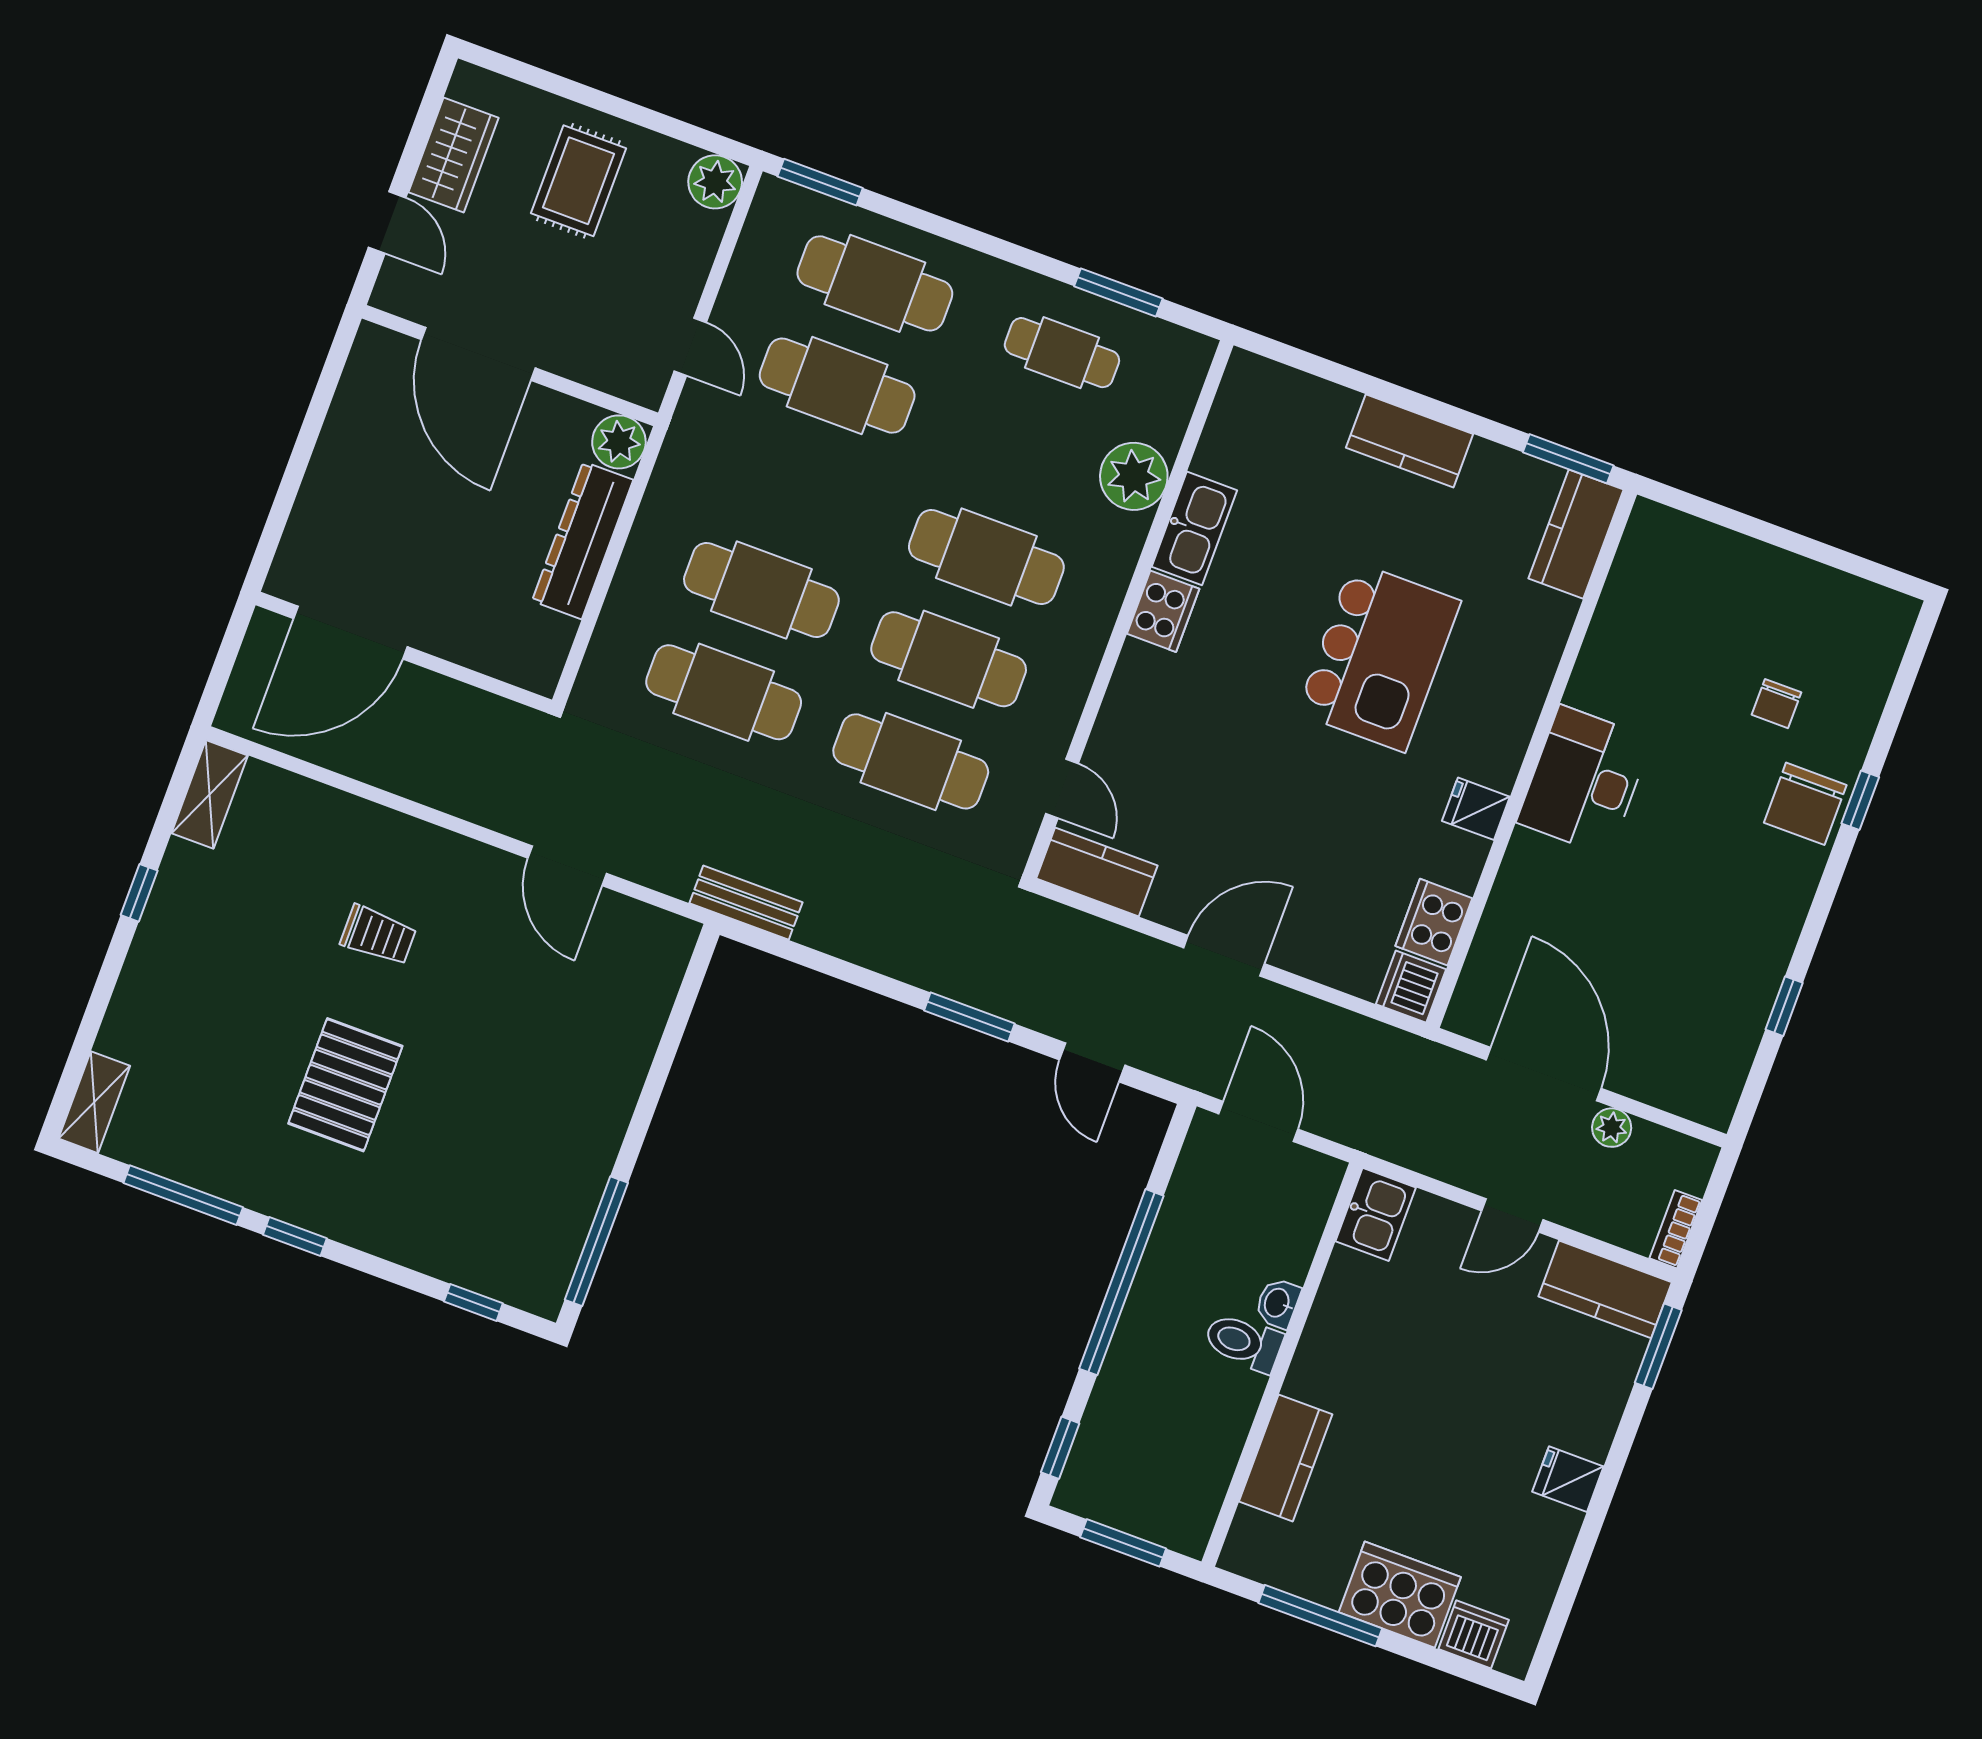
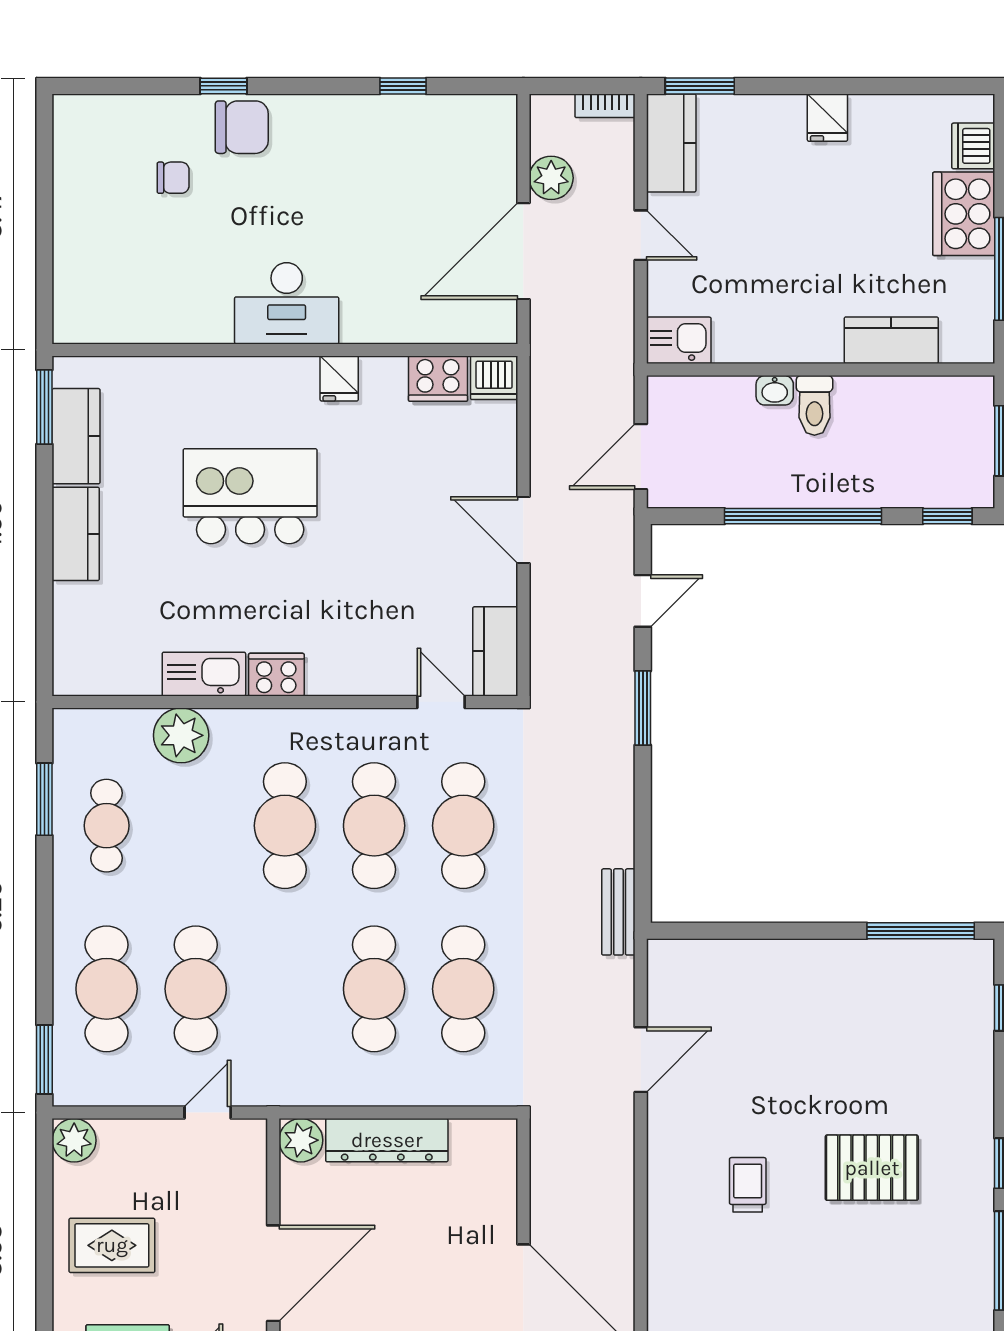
kitchen counter: (1576, 534) -> (76, 436), moved, turned -90
door: (1062, 788) -> (441, 702), hinge flipped
plant: (1612, 1128) -> (551, 178), width x1.38, depth x1.38

